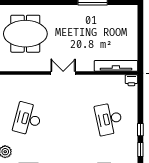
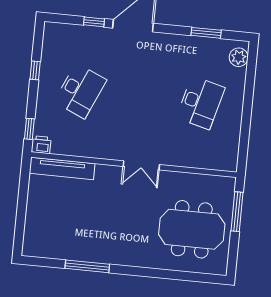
desk: (109, 119) -> (80, 91), turned 36
window: (140, 149) -> (29, 129), moved

